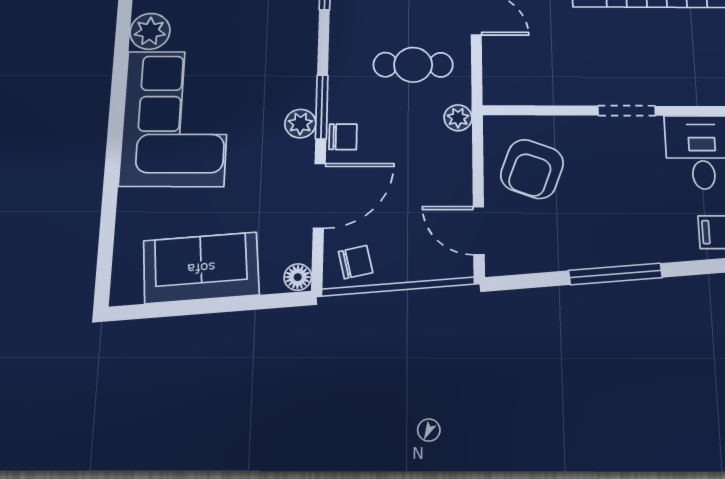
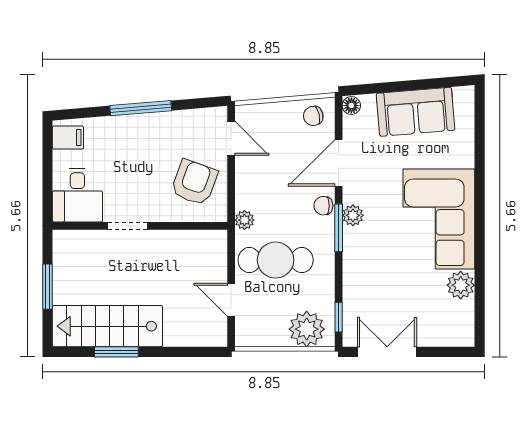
cafe table: (413, 65) -> (276, 260), width x1.37, depth x1.35

